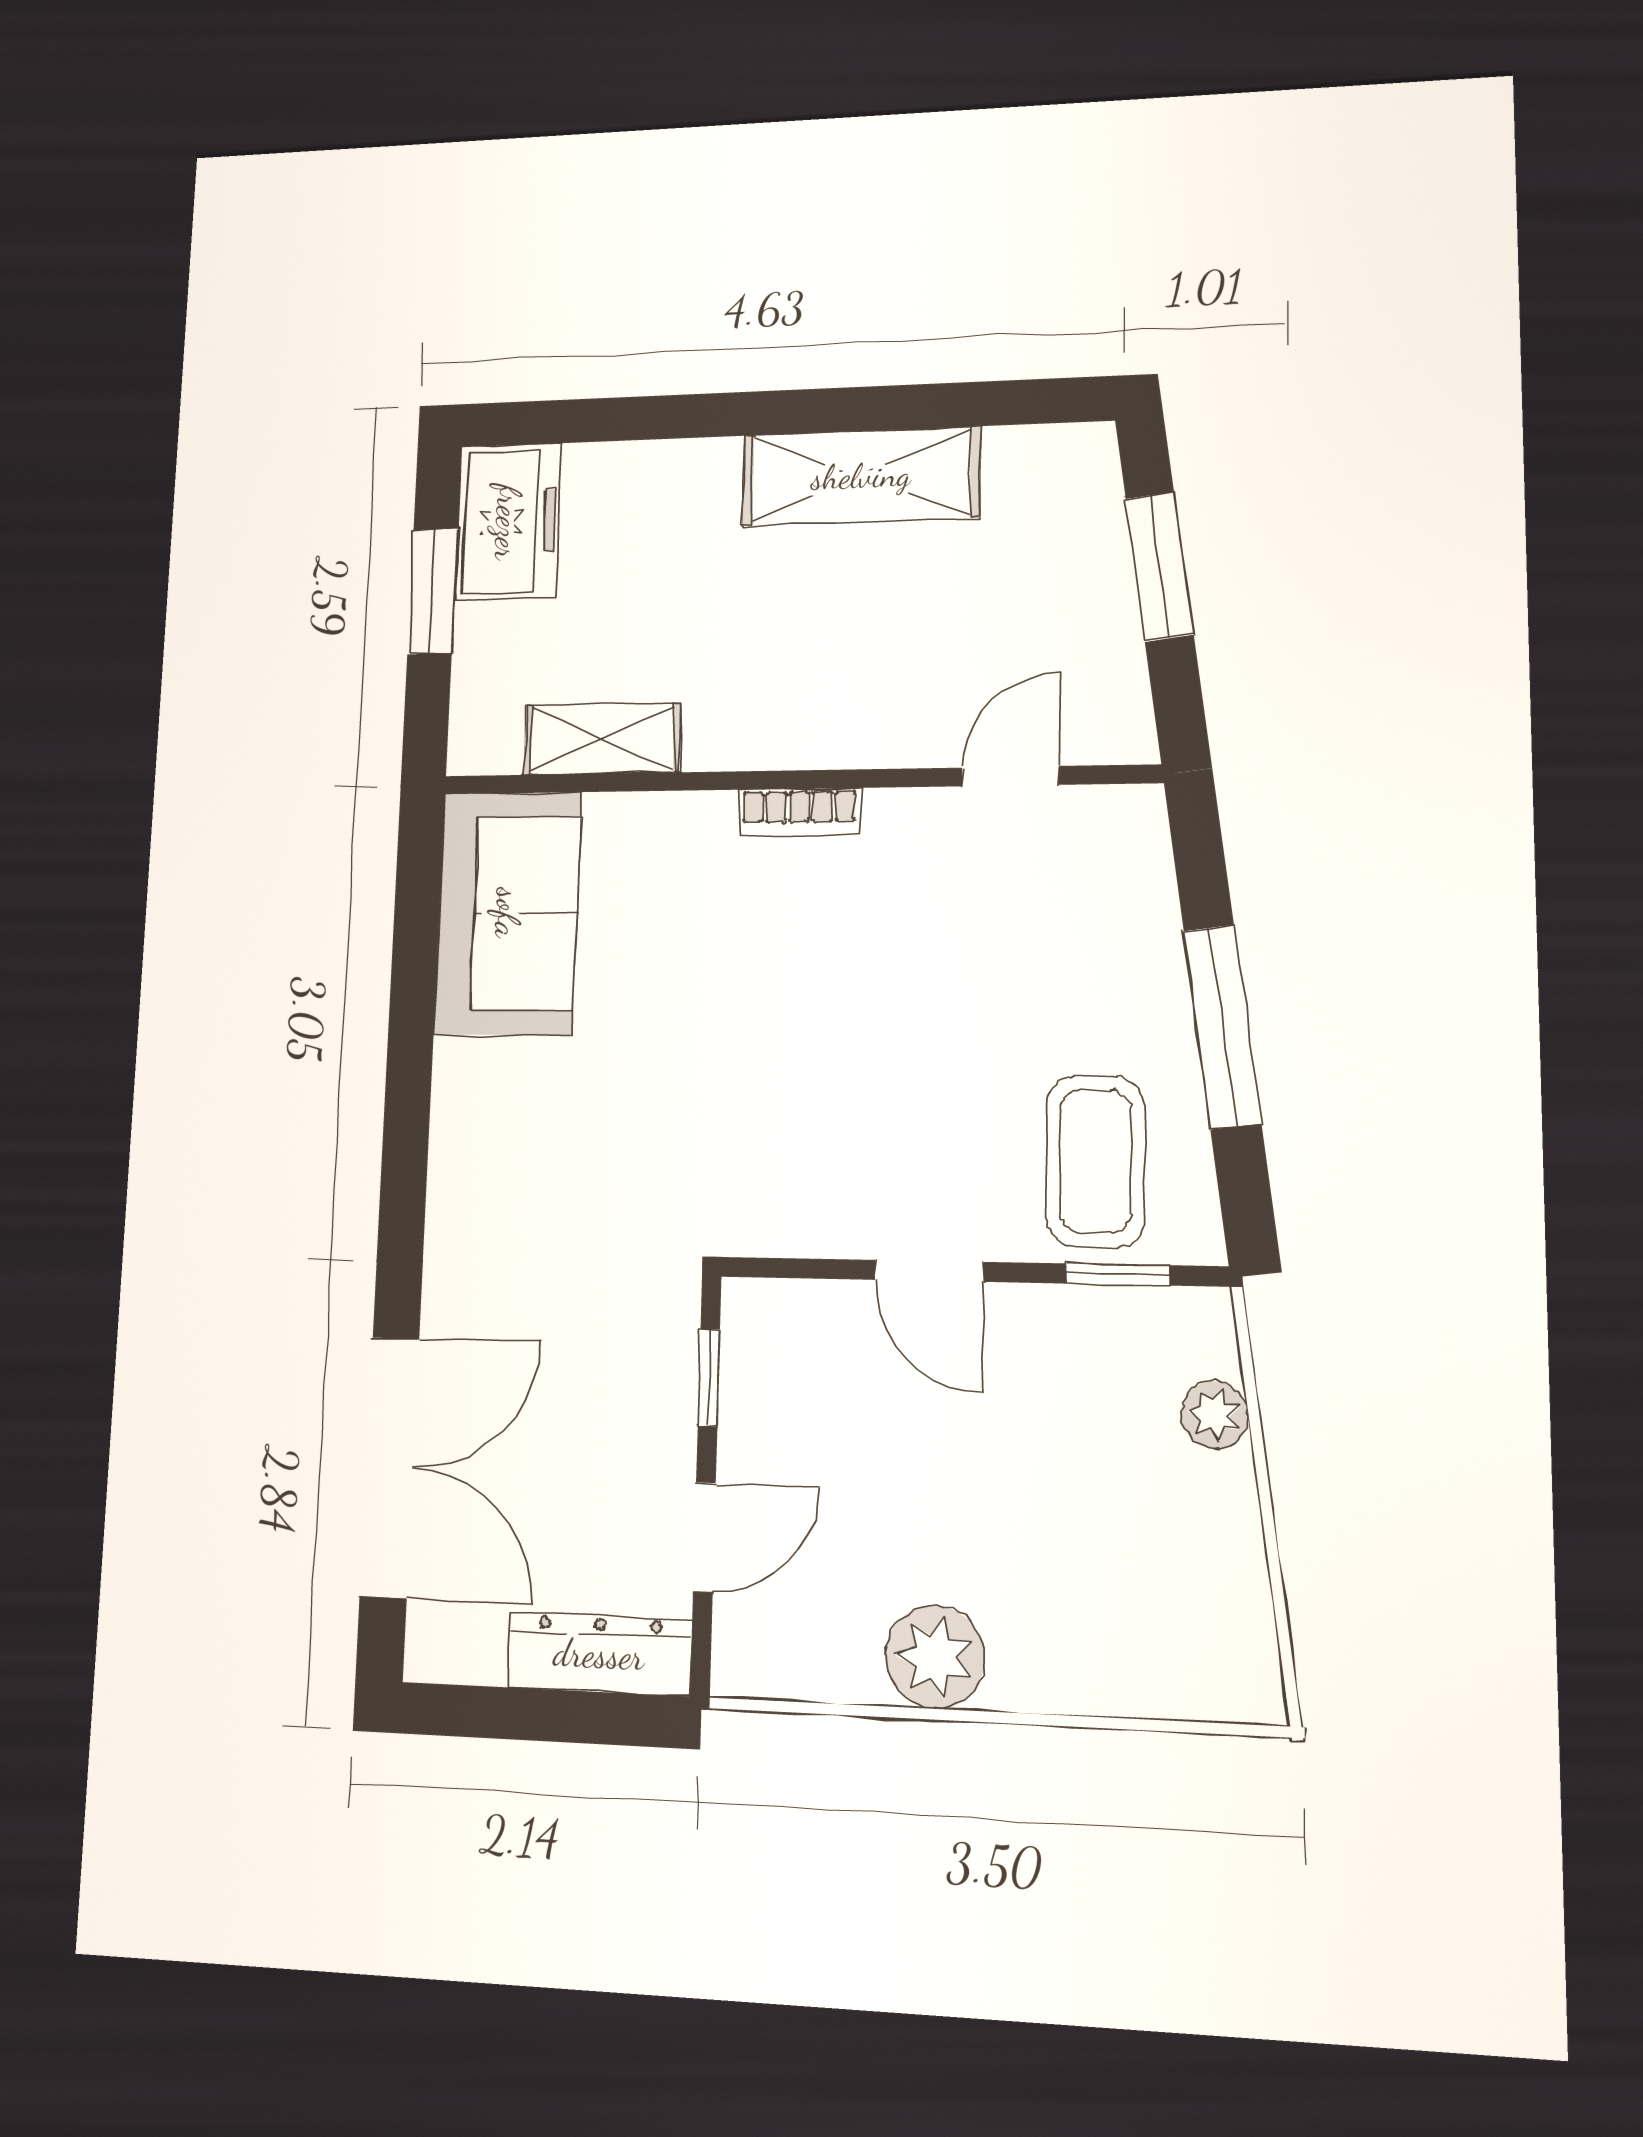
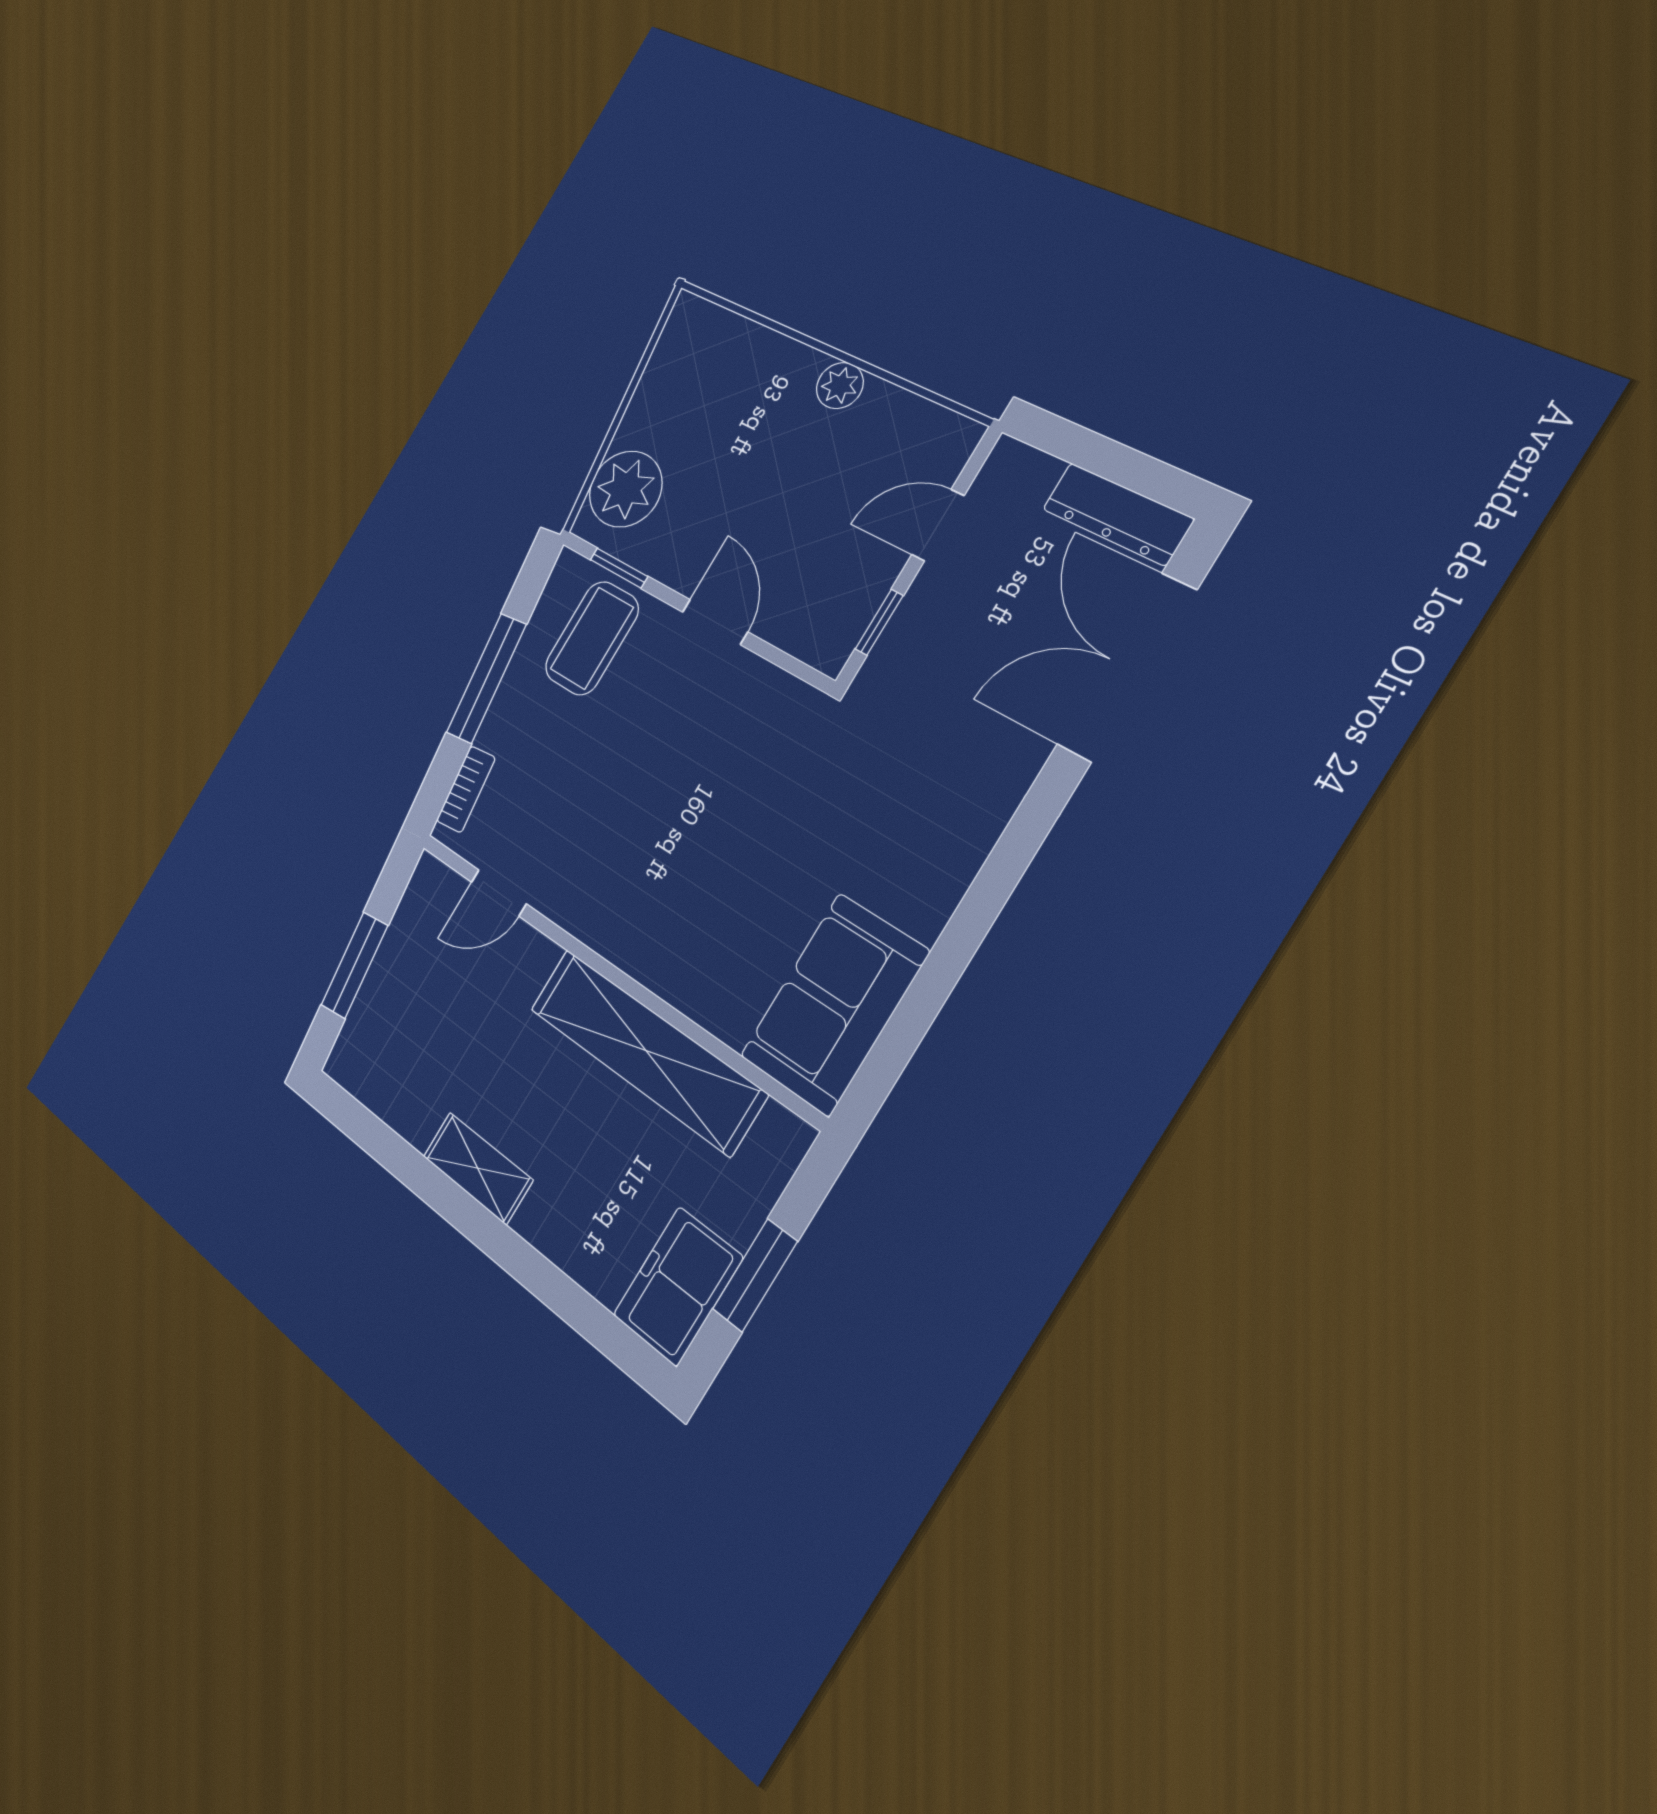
shelving: (861, 476) -> (478, 1168), width x0.67, depth x0.75
shelving: (602, 739) -> (646, 1051), width x2.20, depth x1.33
bookcase: (799, 812) -> (466, 789), moved, turned 83
plant: (1215, 1415) -> (626, 489), width x1.87, depth x1.87
dresser: (599, 1654) -> (1118, 514), moved
plant: (935, 1657) -> (840, 386), width x0.73, depth x0.73

